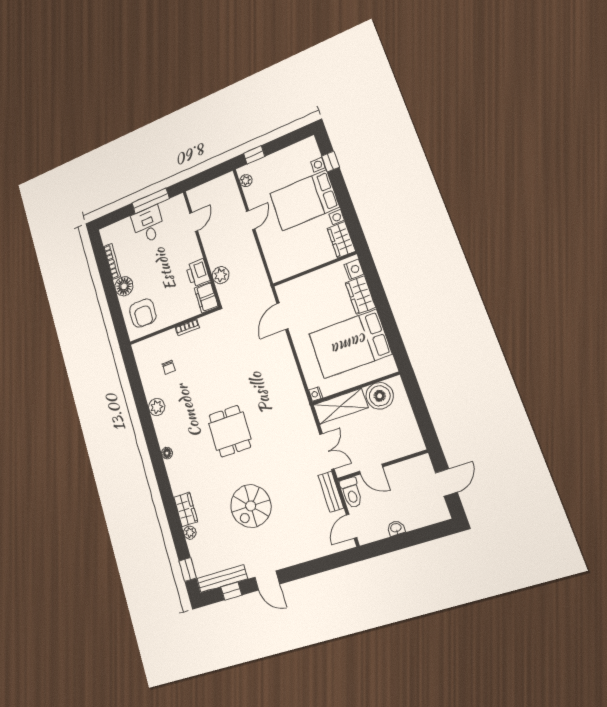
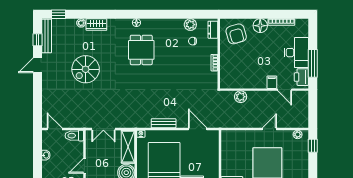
door: (251, 220) -> (269, 129), swing flipped
desk: (148, 225) -> (296, 53), width x1.37
printer: (198, 273) -> (301, 77), moved, turned -90
filing cabinet: (206, 297) -> (272, 82), moved, width x0.50
armchair: (143, 313) -> (236, 34), turned -106
dresser: (146, 346) -> (213, 30), added
plant: (157, 407) -> (190, 25), moved
dining table: (230, 431) -> (141, 50), moved, turned 90
door: (371, 469) -> (84, 166), moved
bench: (331, 492) -> (164, 123), moved
spiral stairs: (251, 506) -> (86, 69), turned -90

